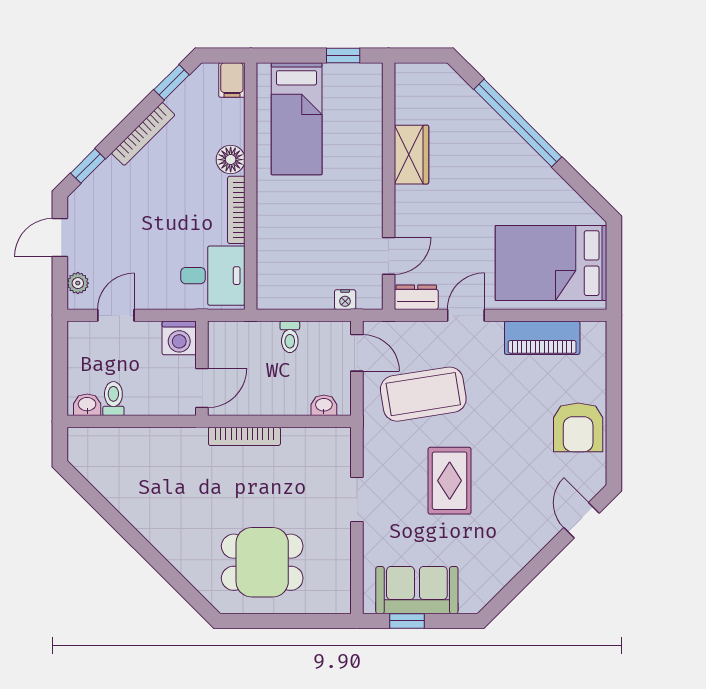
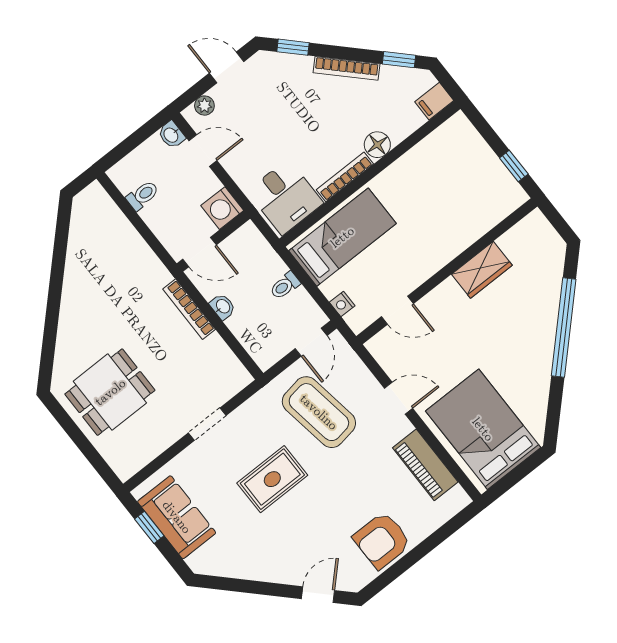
bed: (297, 119) -> (342, 237), moved, turned 180
dresser: (416, 297) -> (384, 353), removed
washbasin: (87, 405) -> (171, 135), moved, turned 180
washbasin: (324, 405) -> (223, 307), moved
dining table: (262, 562) -> (110, 392), turned 90

